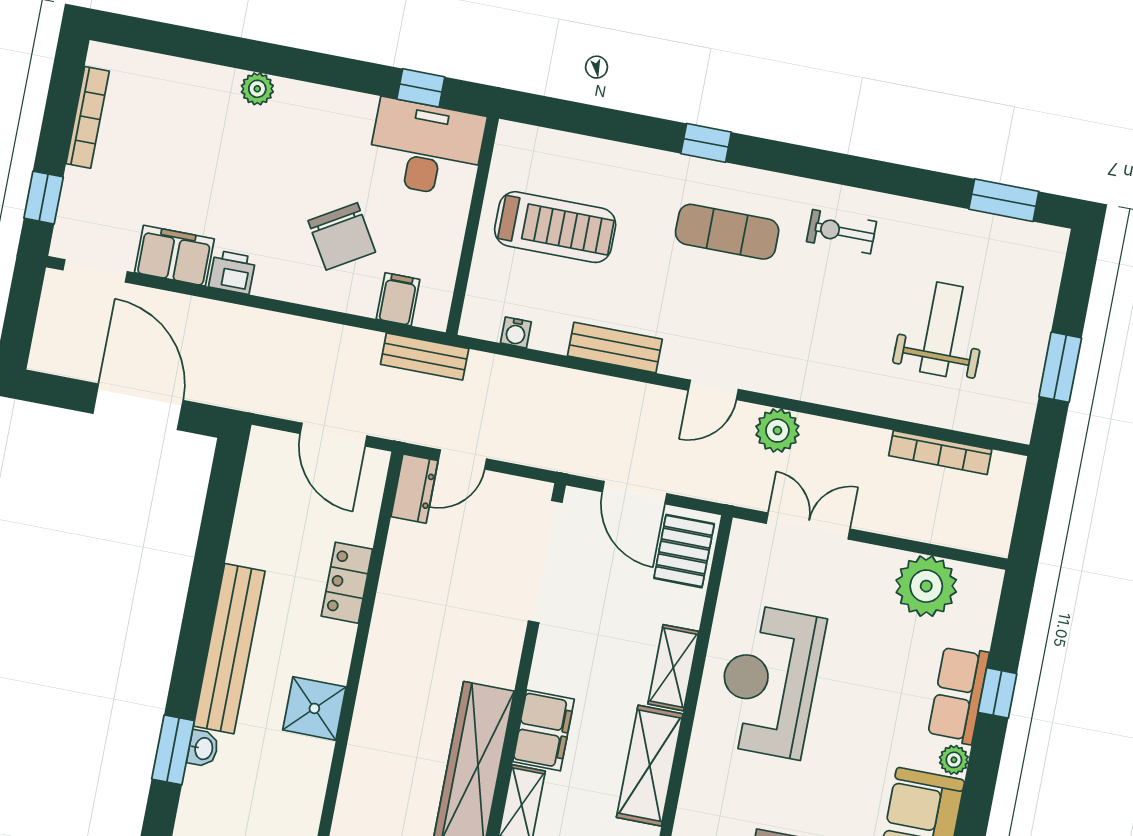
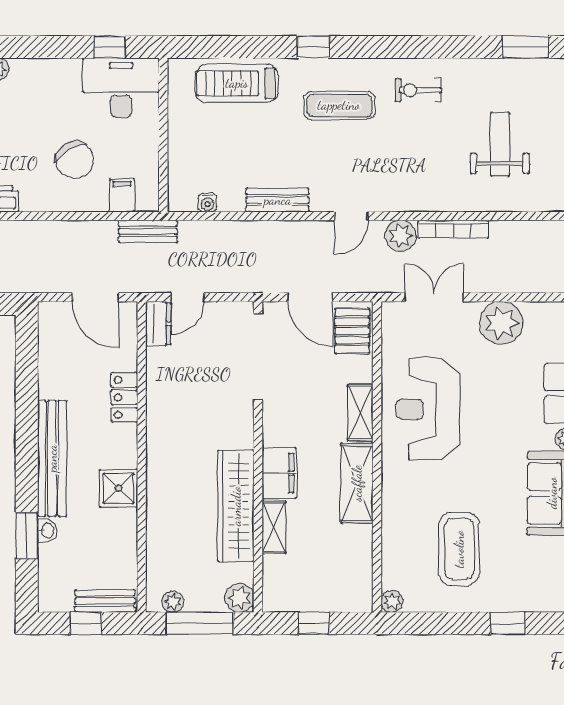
treadmill: (555, 227) -> (237, 83), moved, turned 180
bookcase: (940, 453) -> (453, 229), moved
plant: (926, 586) -> (501, 323), moved

